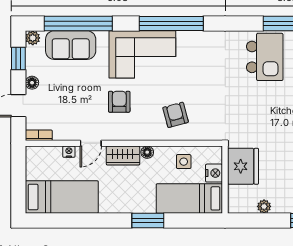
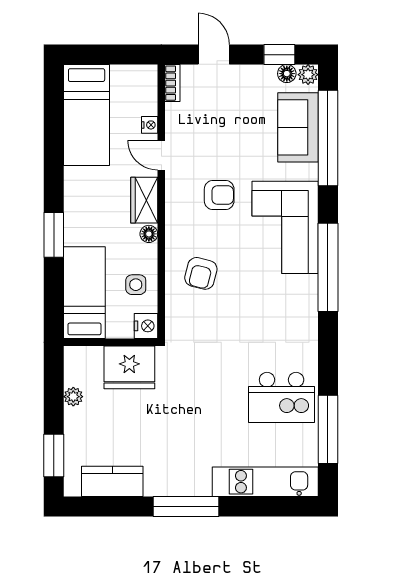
floor lamp: (32, 83) -> (287, 74), moved
armchair: (176, 115) -> (201, 273), turned 119
nightstand: (214, 173) -> (146, 326), moved, turned -90

